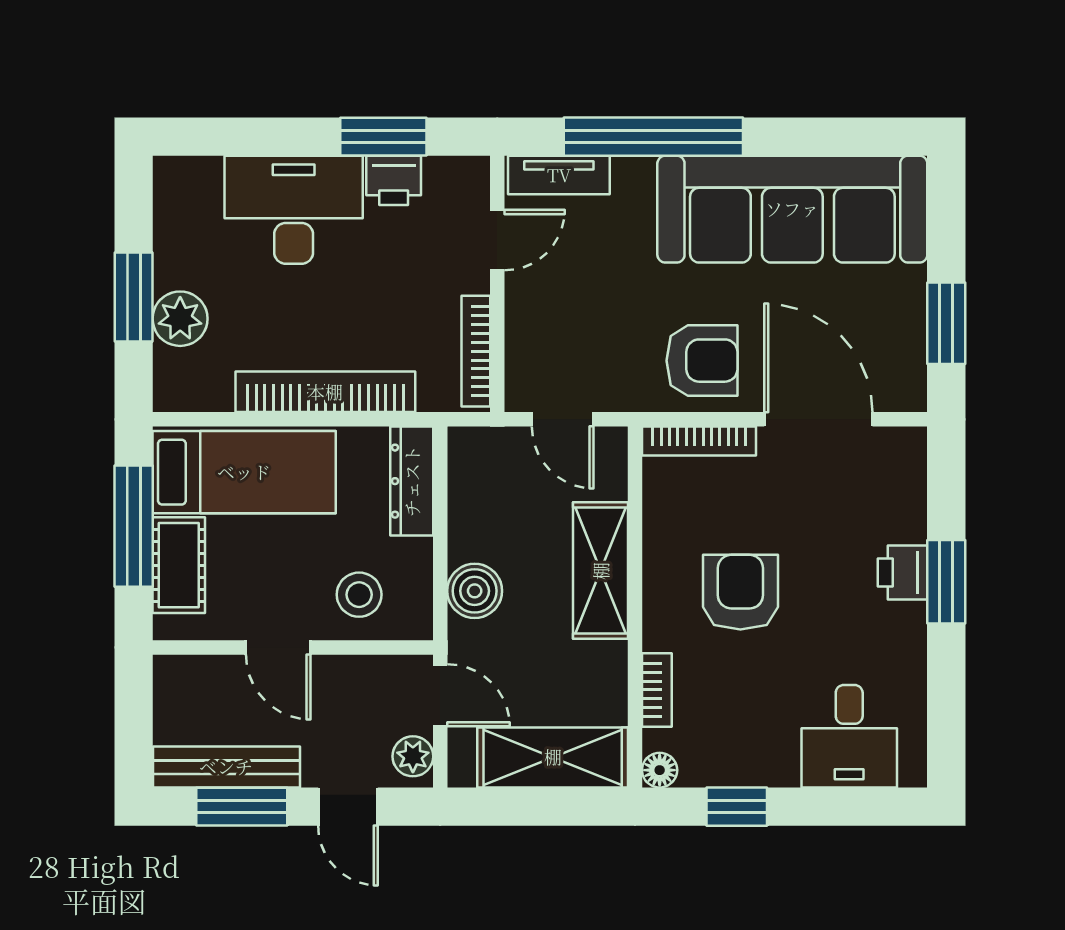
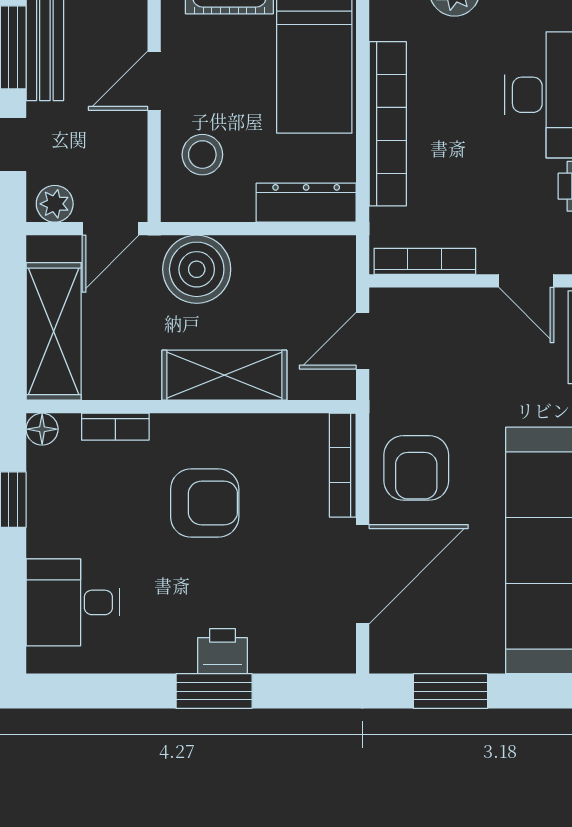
boiler: (475, 591) -> (197, 269), width x1.37, depth x1.37

